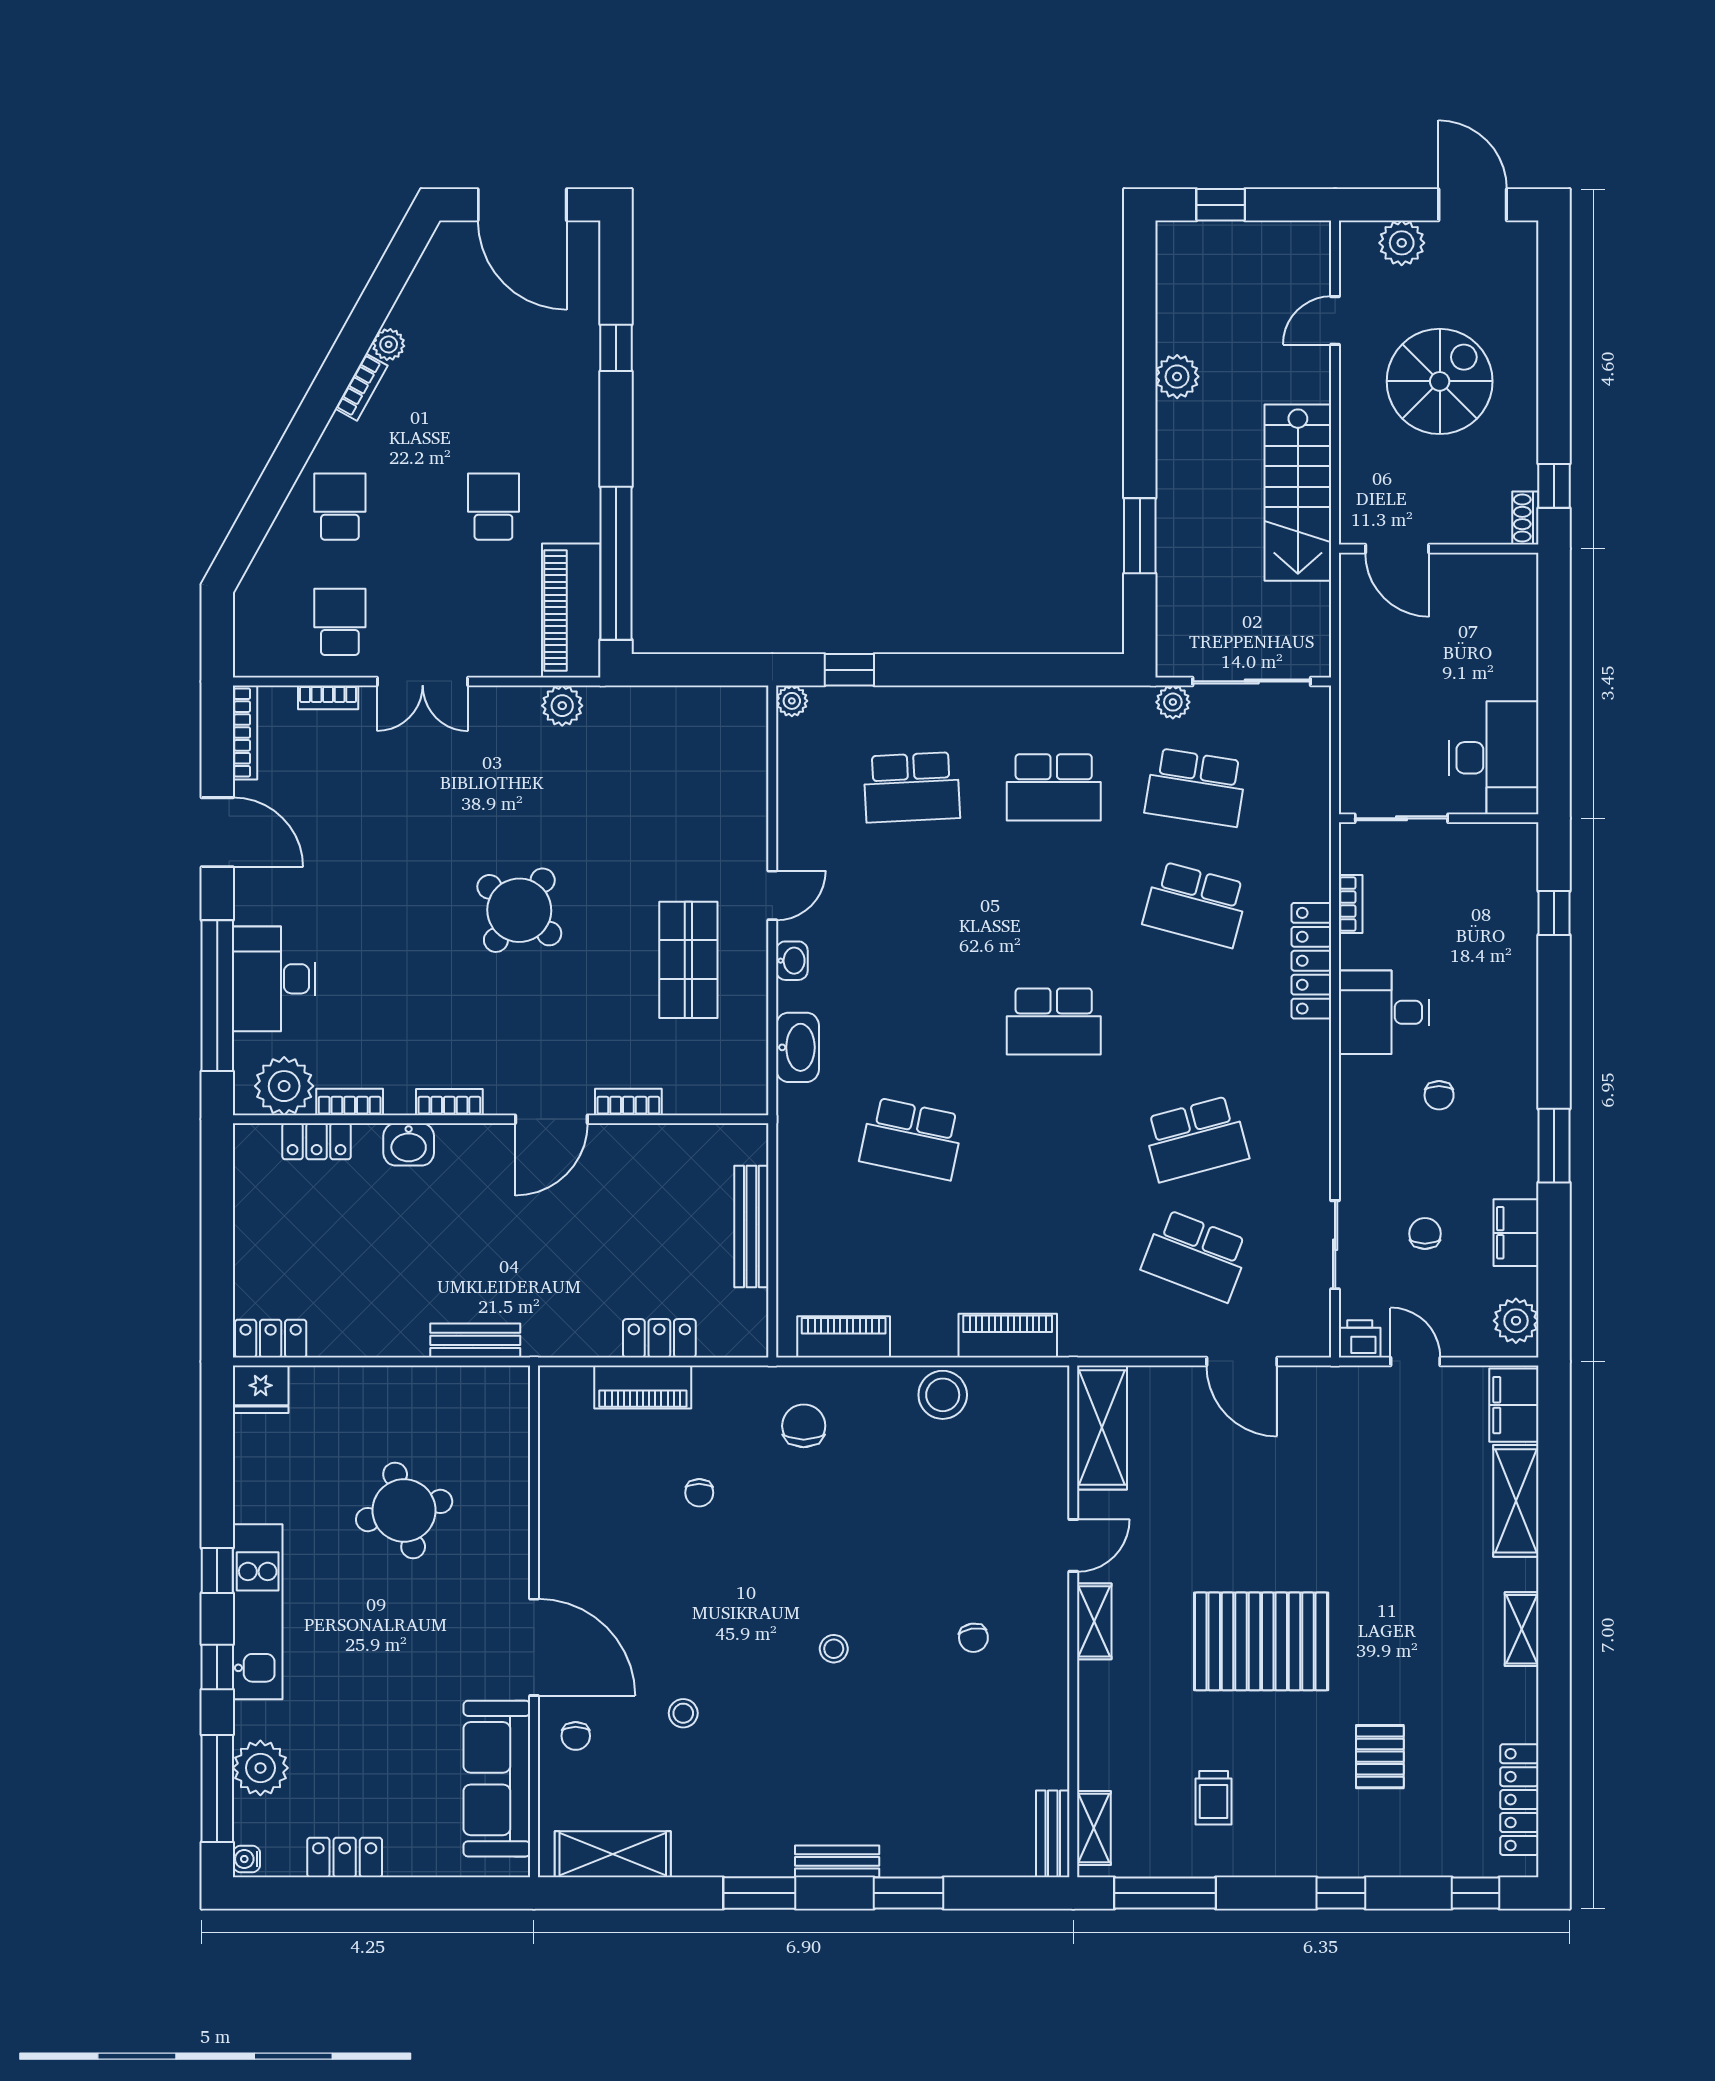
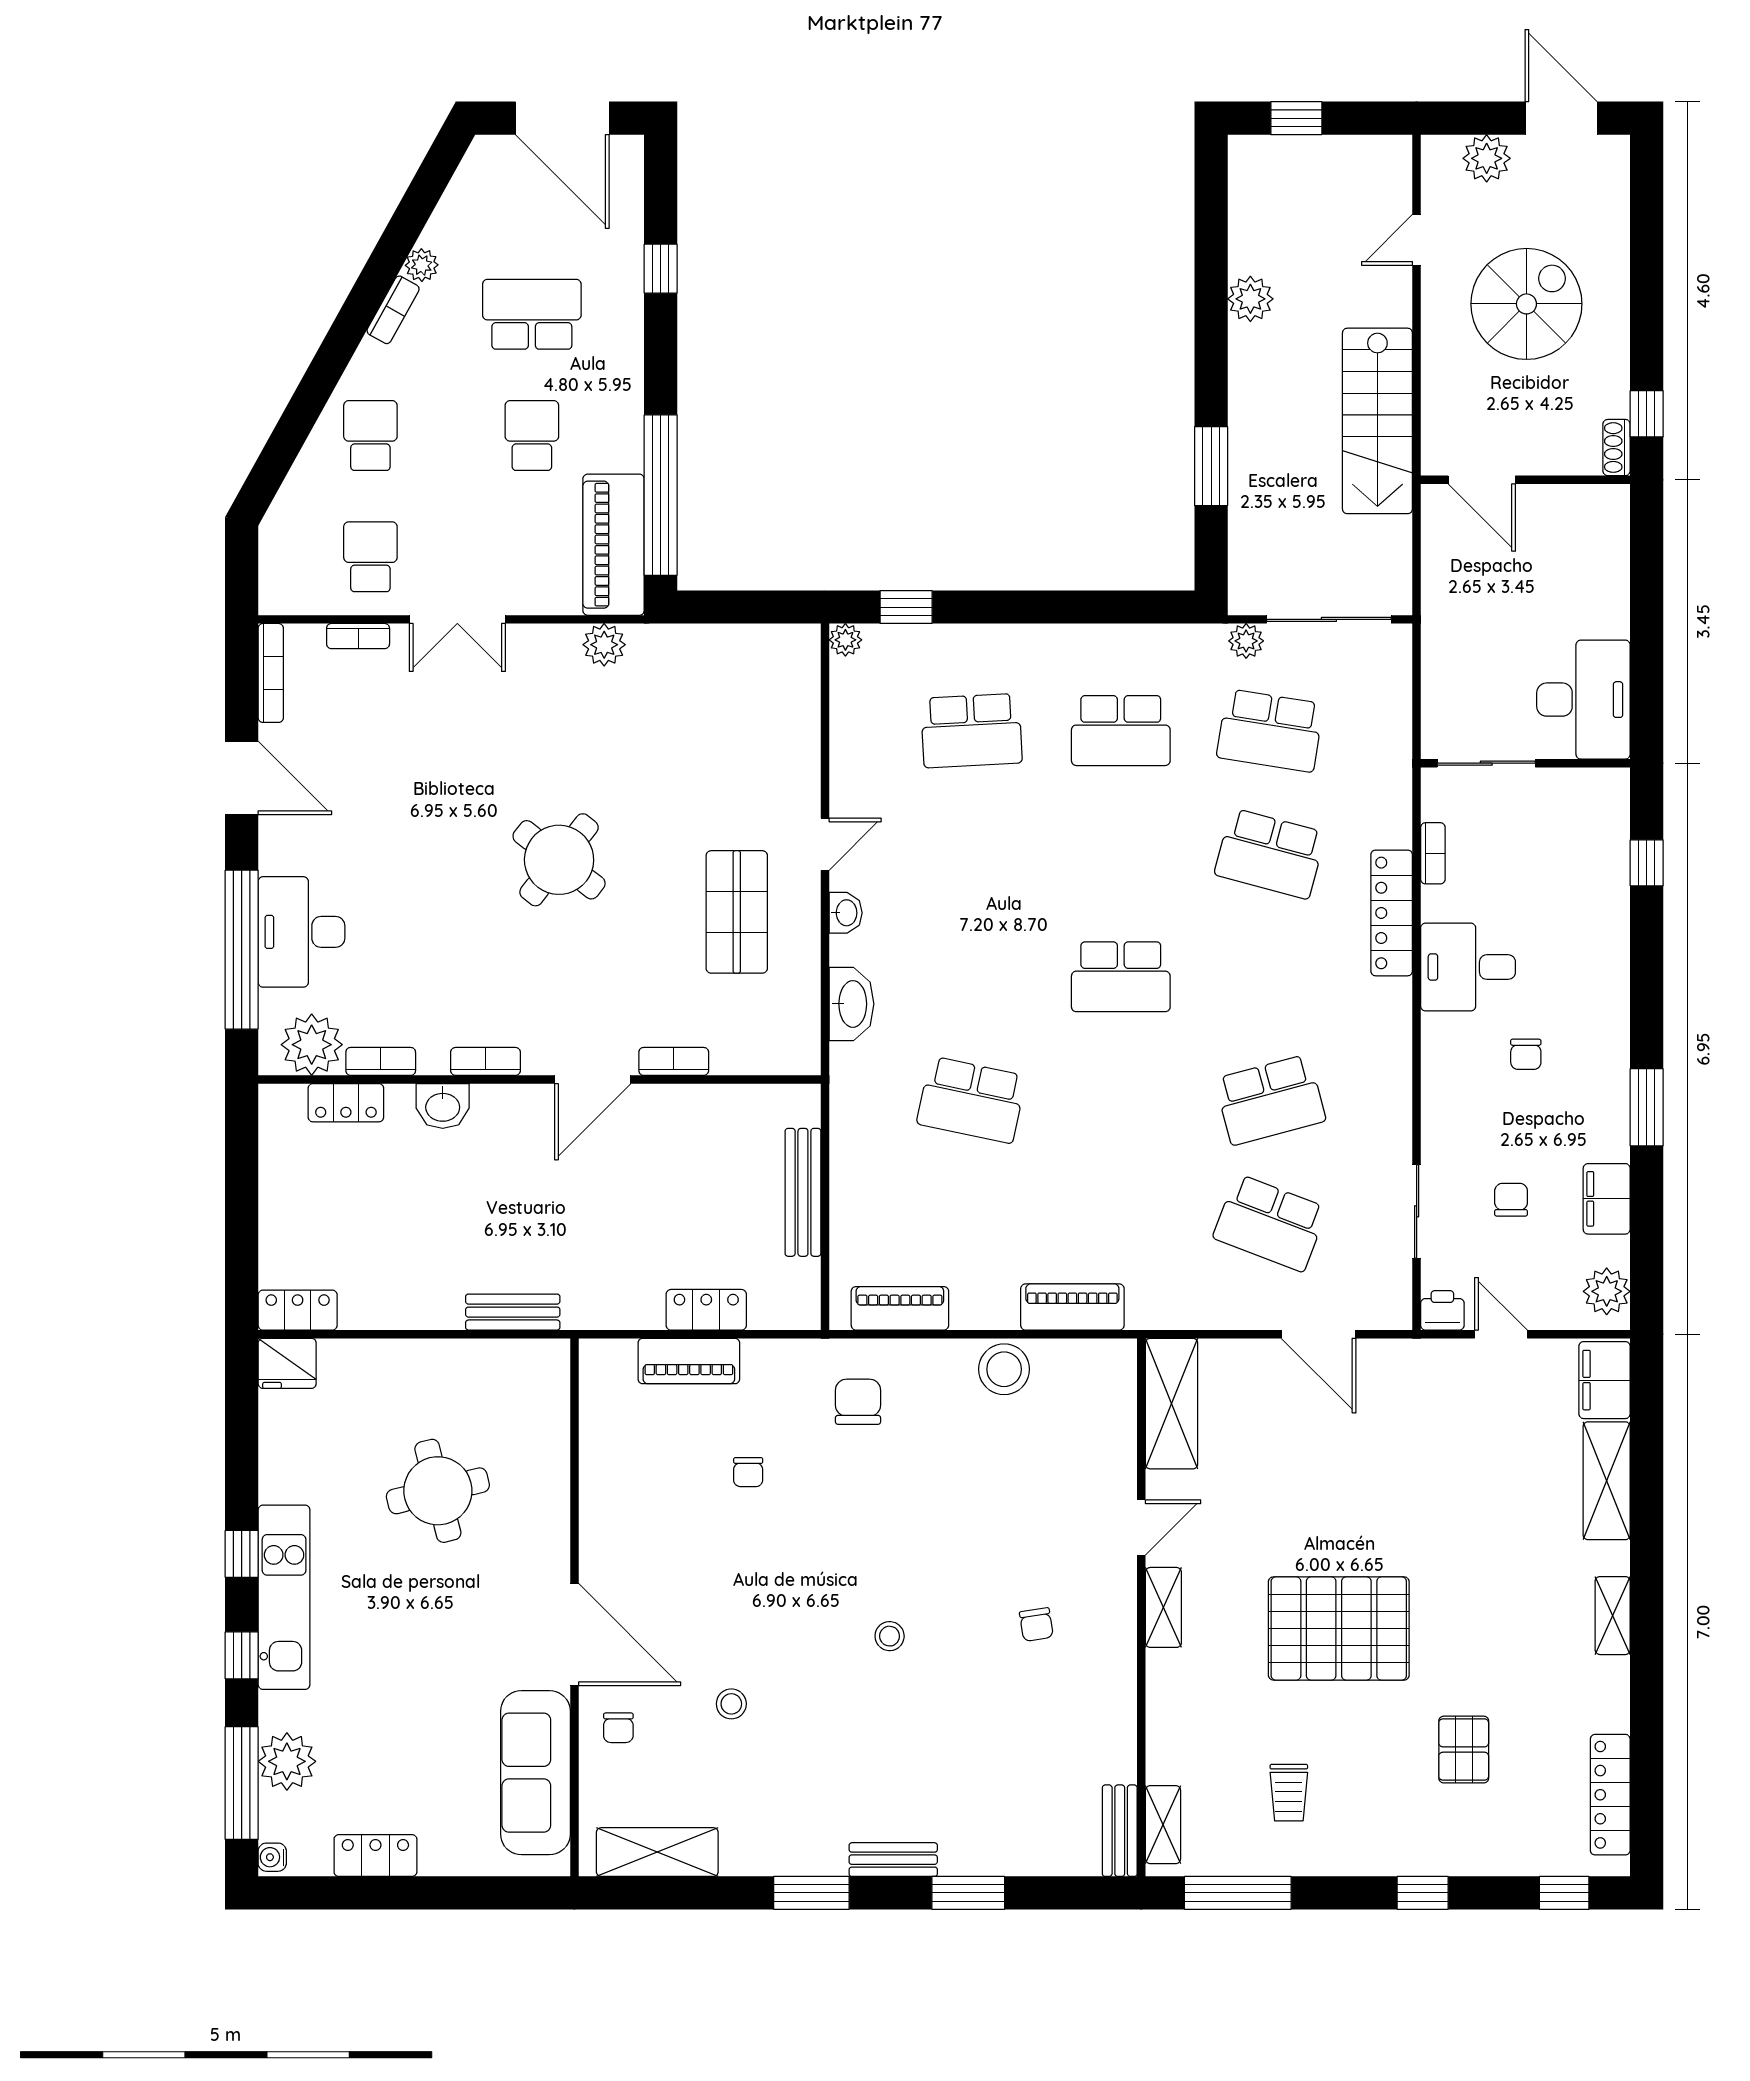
school desk: (493, 391) -> (532, 314), added

